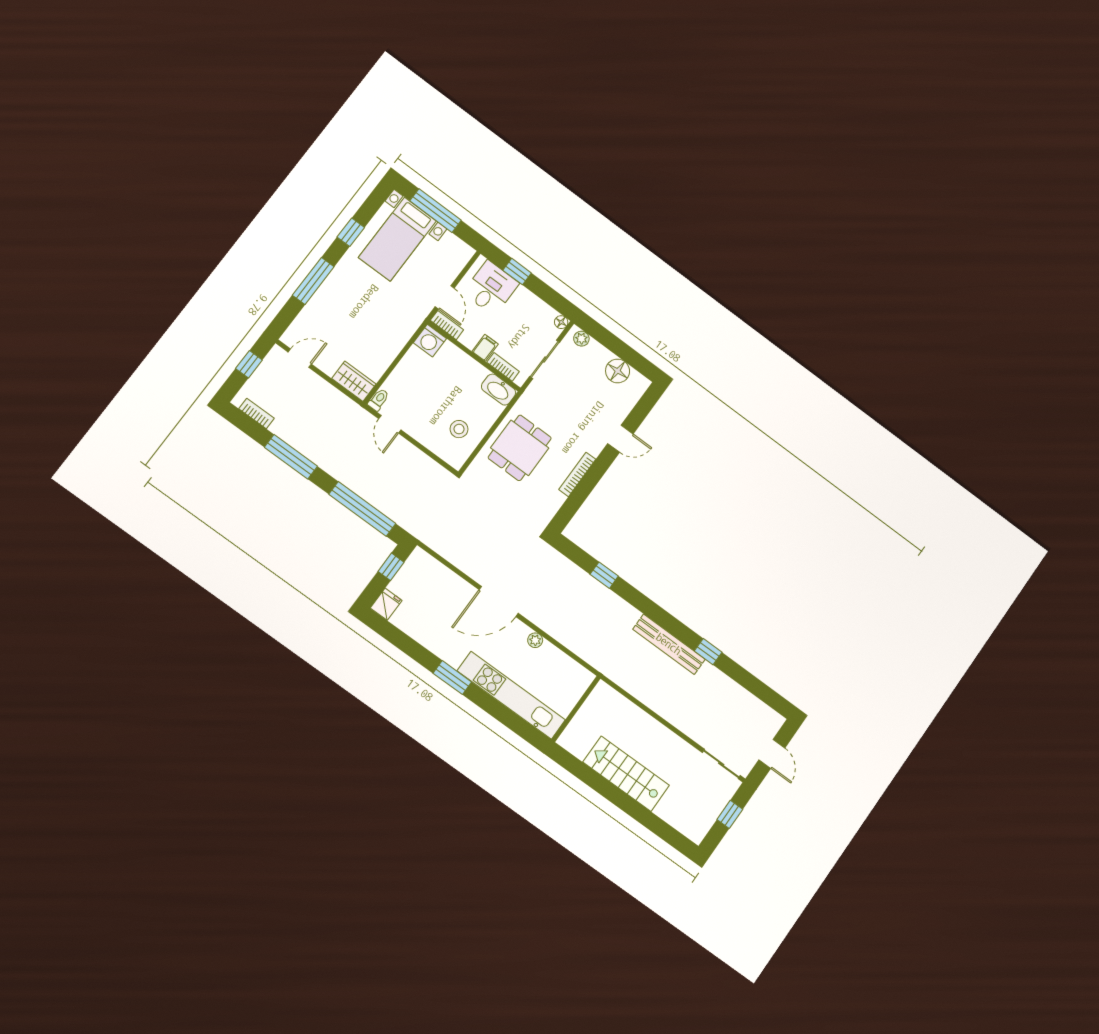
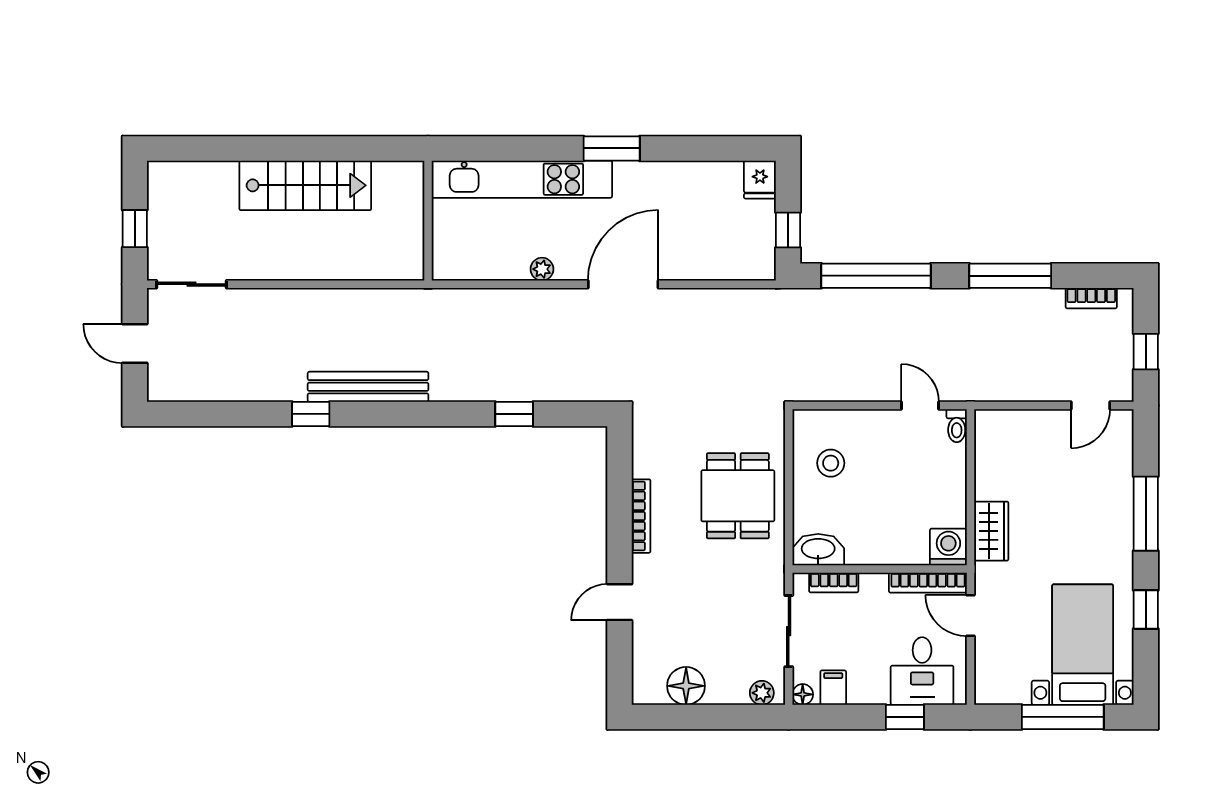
bookcase: (447, 325) -> (928, 583), width x1.56
filing cabinet: (485, 348) -> (833, 688), moved, turned 180
wardrobe: (354, 381) -> (991, 531), moved, turned -90

